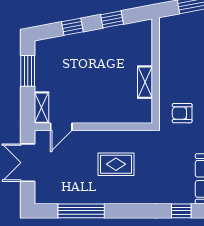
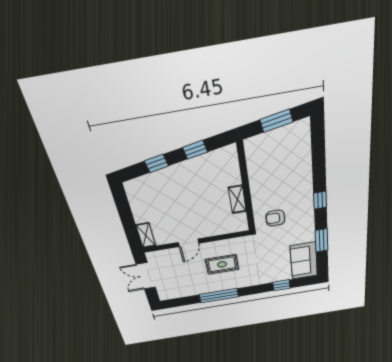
window: (28, 71) -> (124, 209), removed
door: (61, 127) -> (189, 243), moved
window: (81, 211) -> (219, 296), moved

